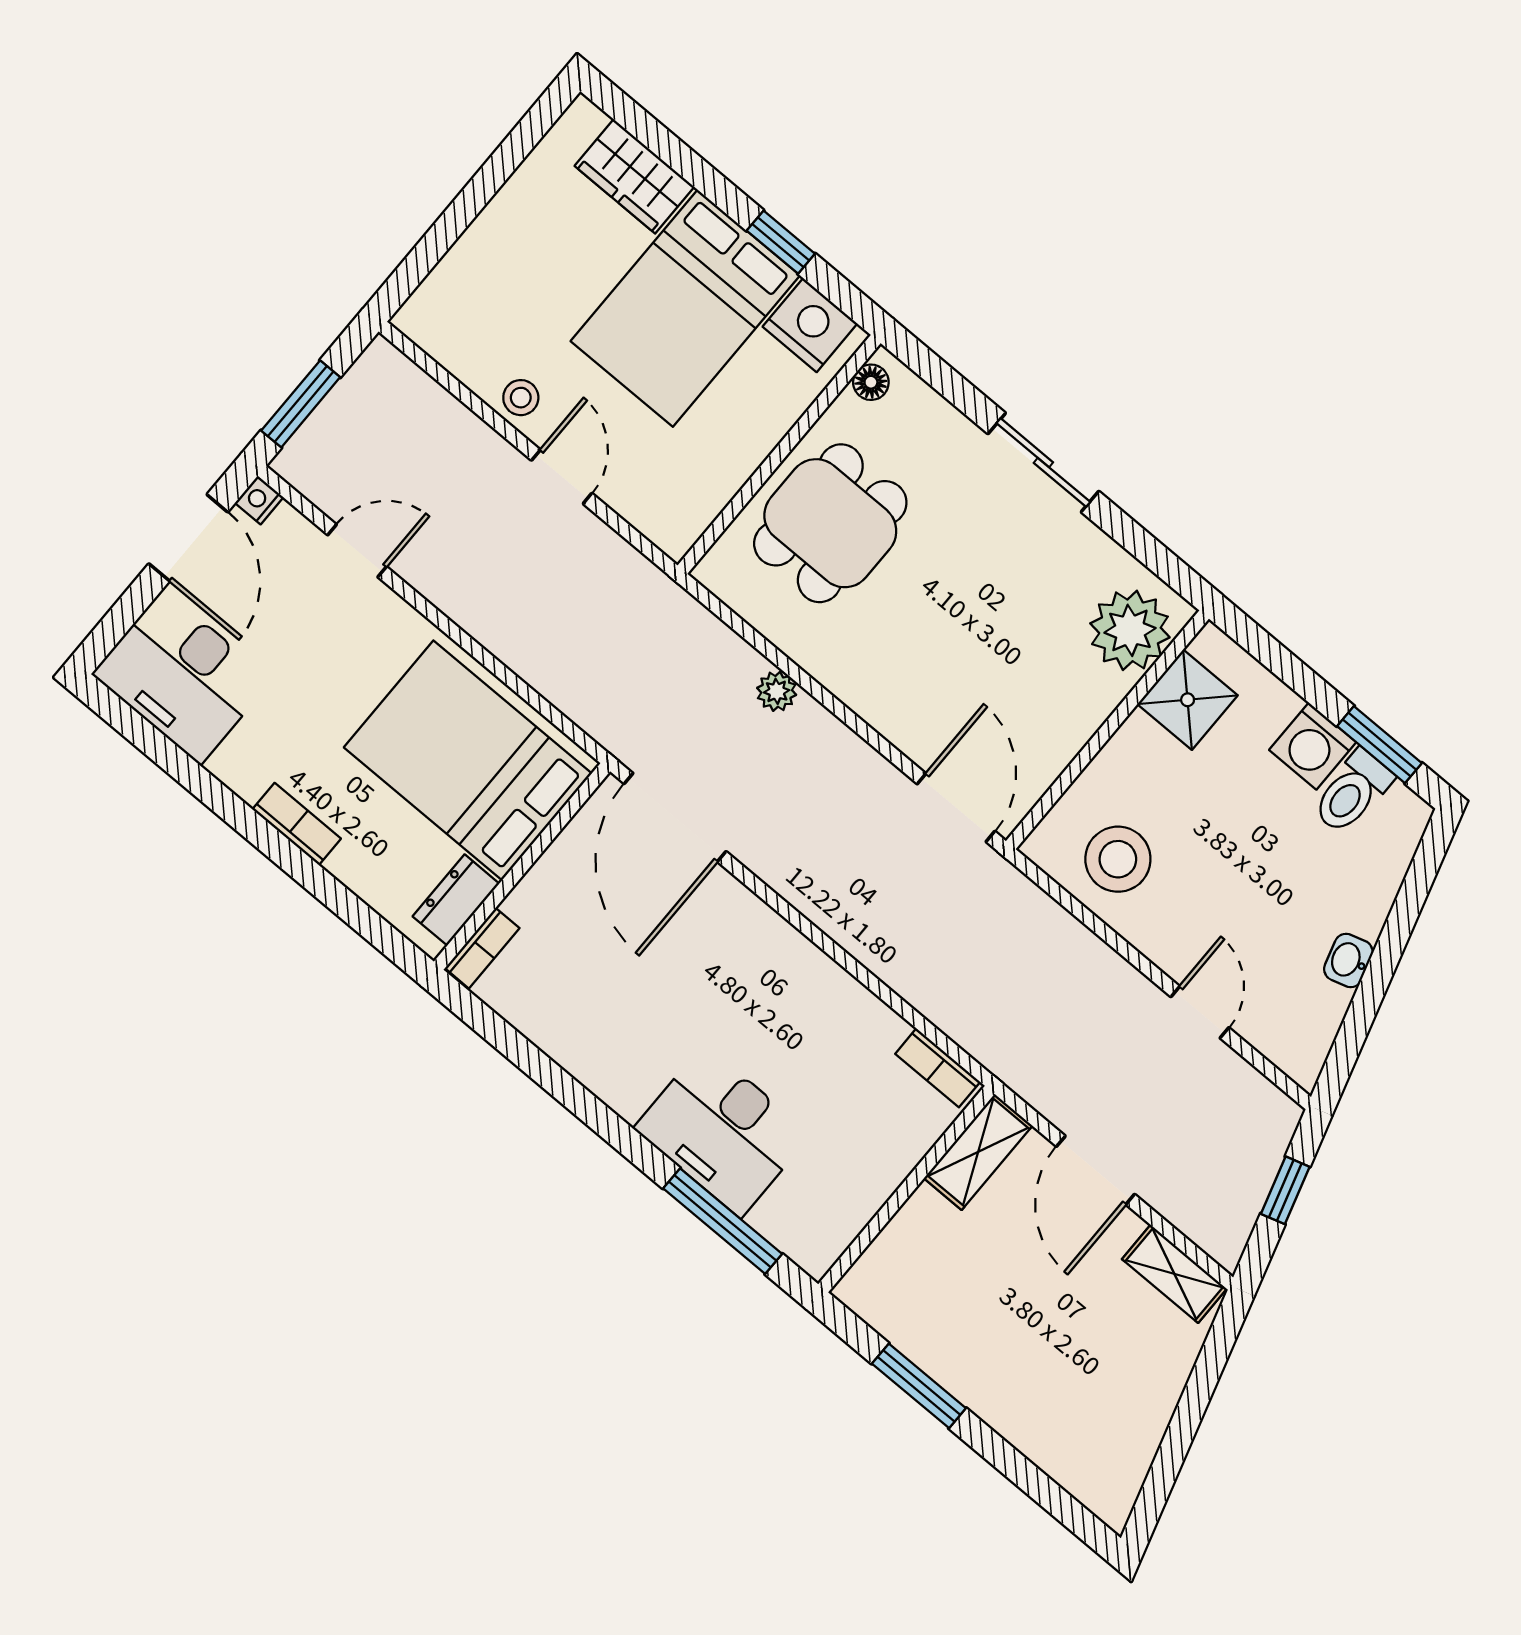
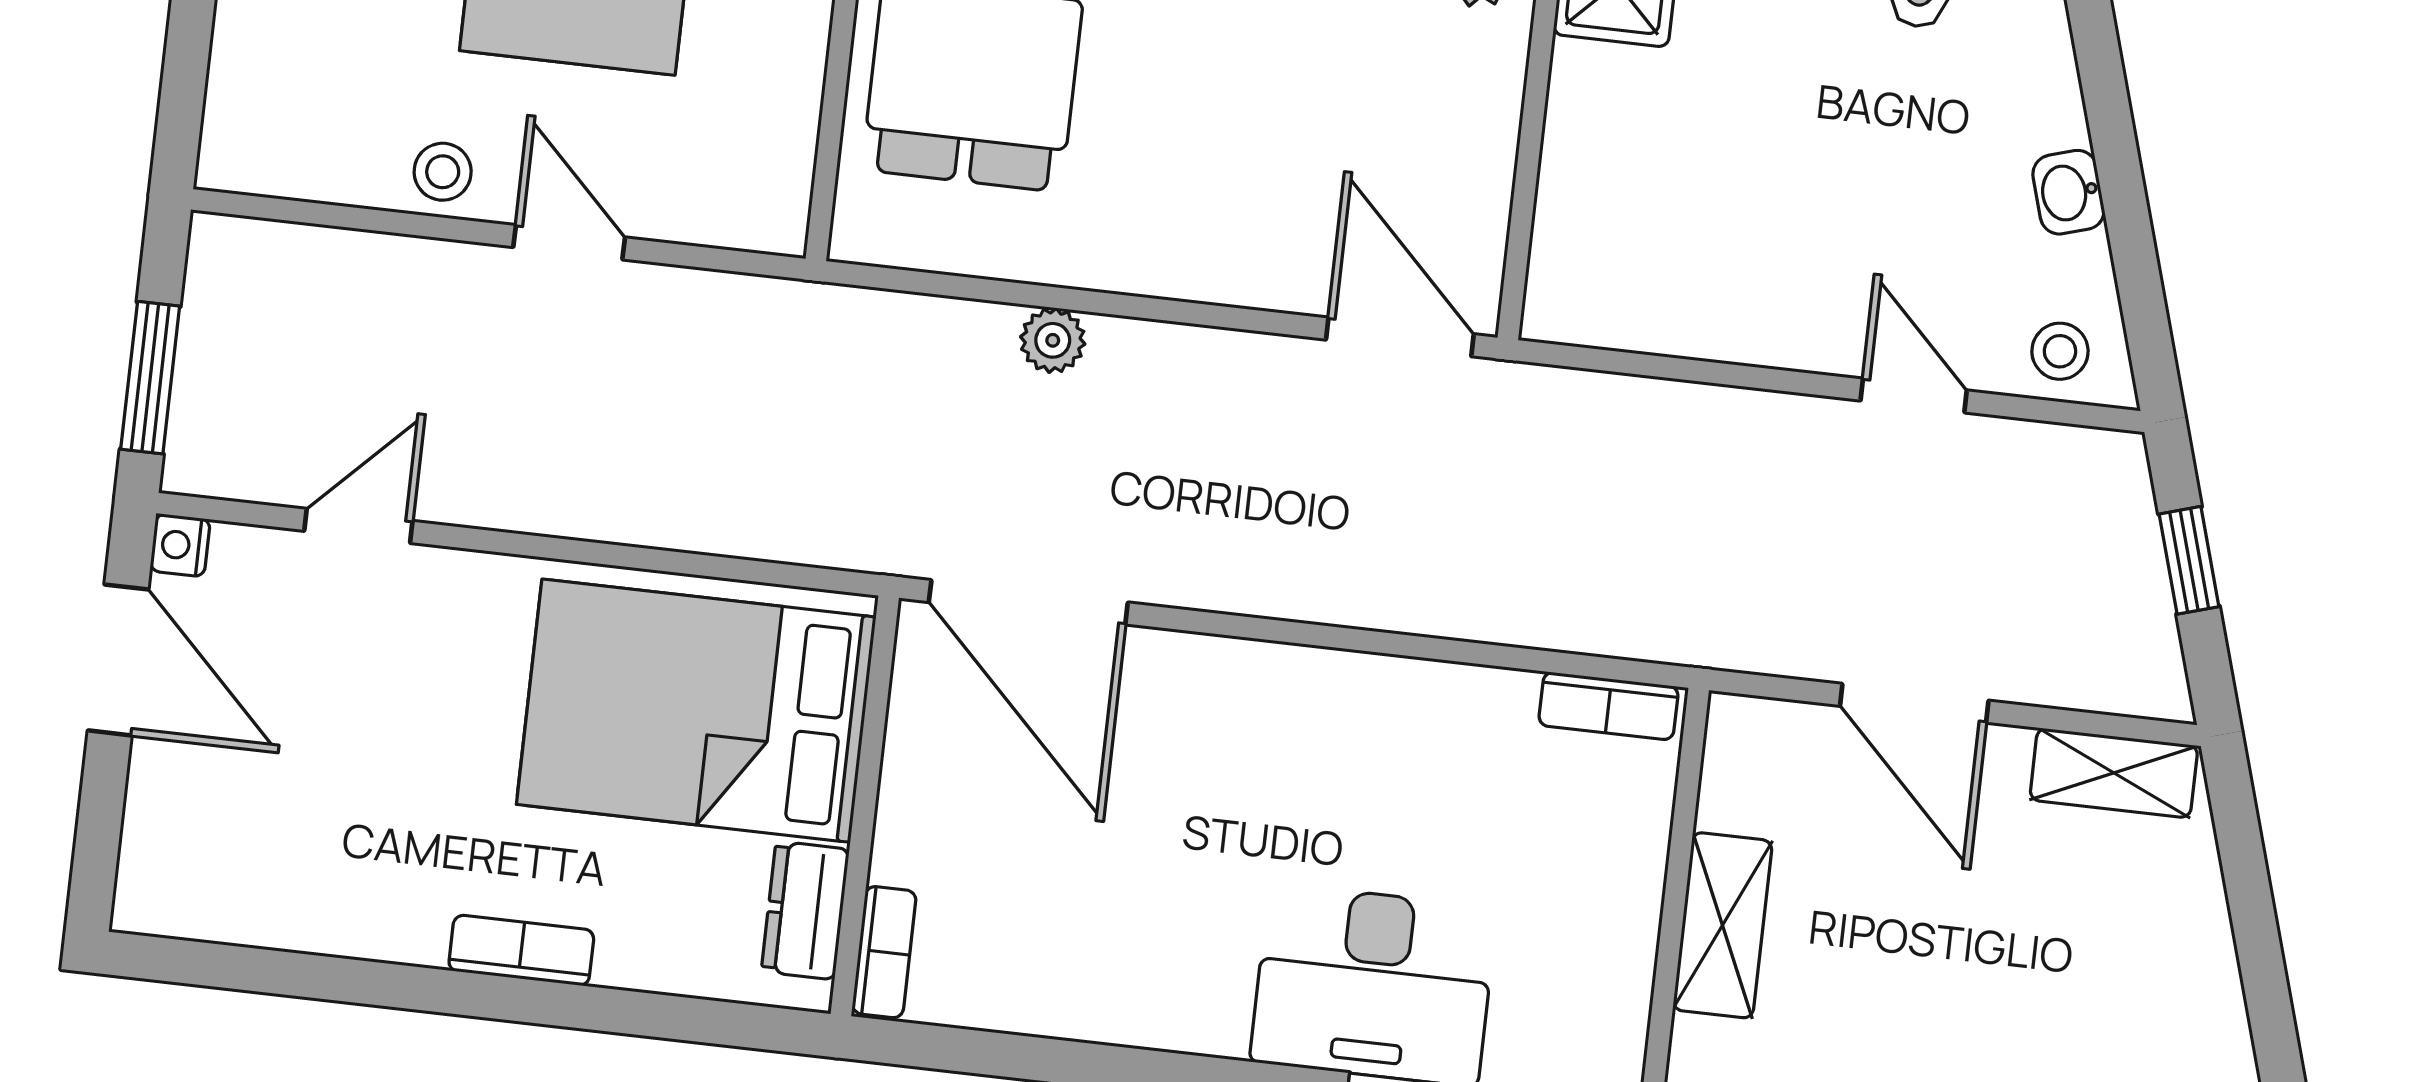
desk: (182, 677) -> (234, 854), removed
stool: (1118, 859) -> (2060, 351), moved, width x0.53, depth x0.53
shelving: (978, 1152) -> (1723, 925), moved

